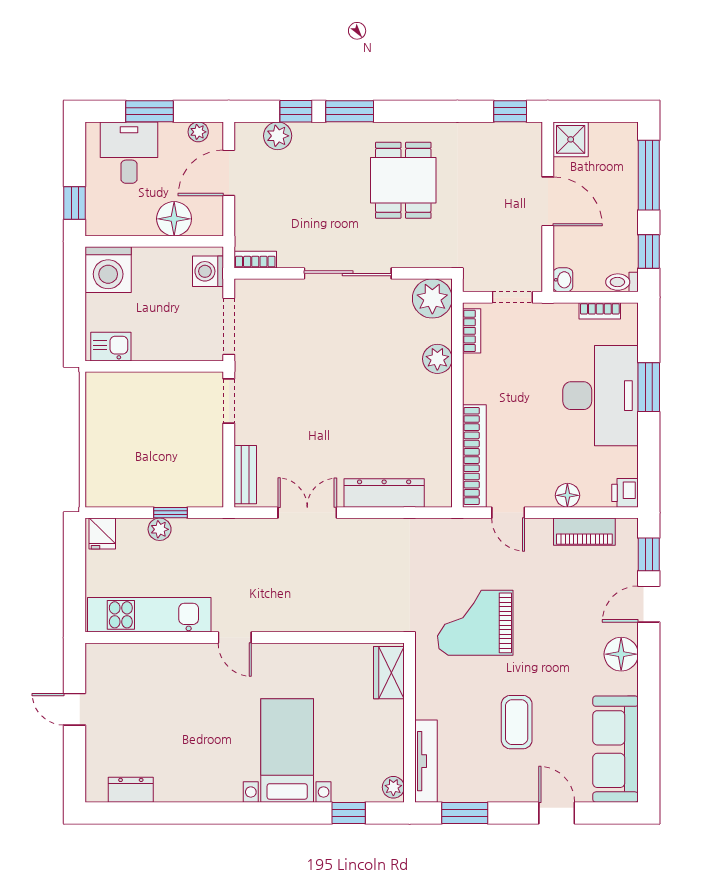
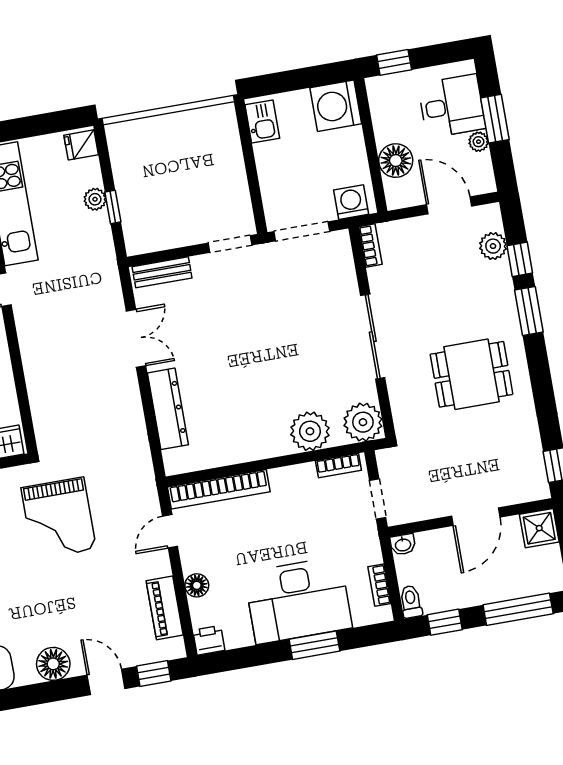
plant: (198, 132) -> (479, 142), moved
plant: (437, 359) -> (310, 431), width x1.36, depth x1.36
grand piano: (475, 623) -> (59, 518), turned 180

